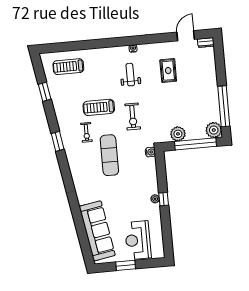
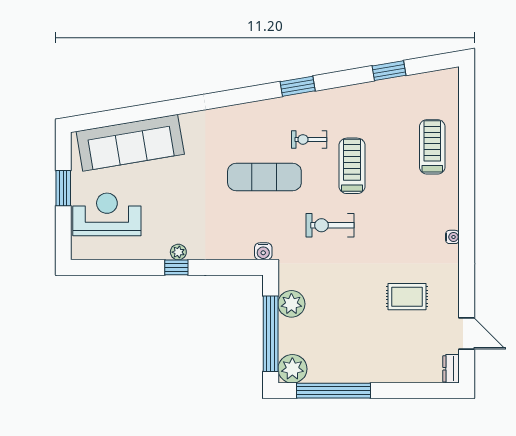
treadmill: (68, 67) -> (432, 147), moved
weight bench: (130, 75) -> (406, 228), removed

